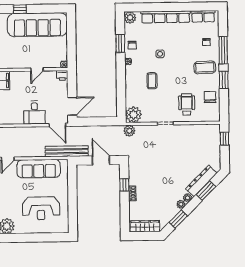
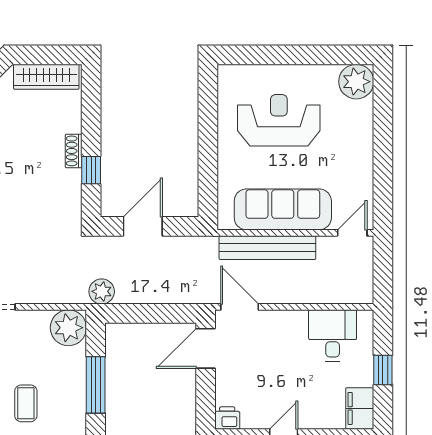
window: (121, 89) -> (96, 385), added
desk: (34, 113) -> (333, 335), moved
plant: (129, 131) -> (102, 291), moved
bench: (67, 151) -> (267, 248), moved
door: (101, 160) -> (143, 226), swing flipped

